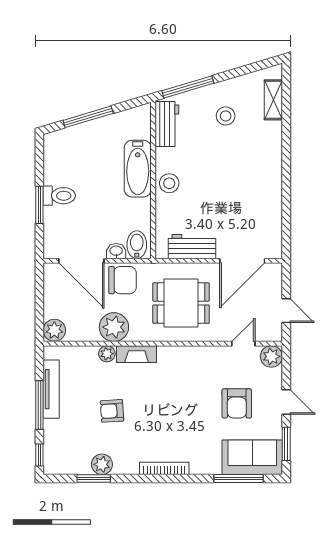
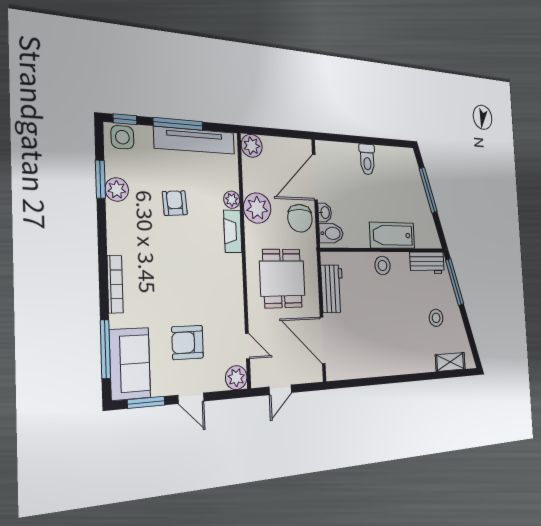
window: (39, 205) -> (359, 140), removed
tv unit: (51, 389) -> (195, 140), width x1.36, depth x1.29
door: (286, 402) -> (191, 398), hinge flipped
side table: (56, 458) -> (122, 137), added
bookcase: (164, 468) -> (115, 284), moved

